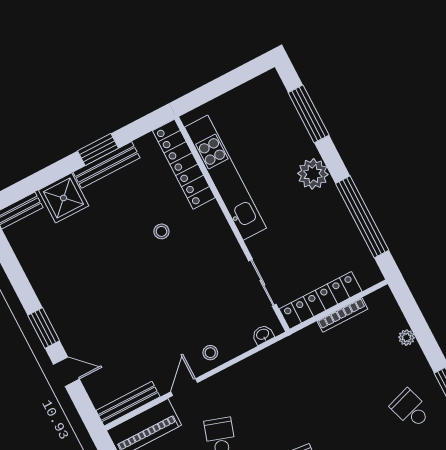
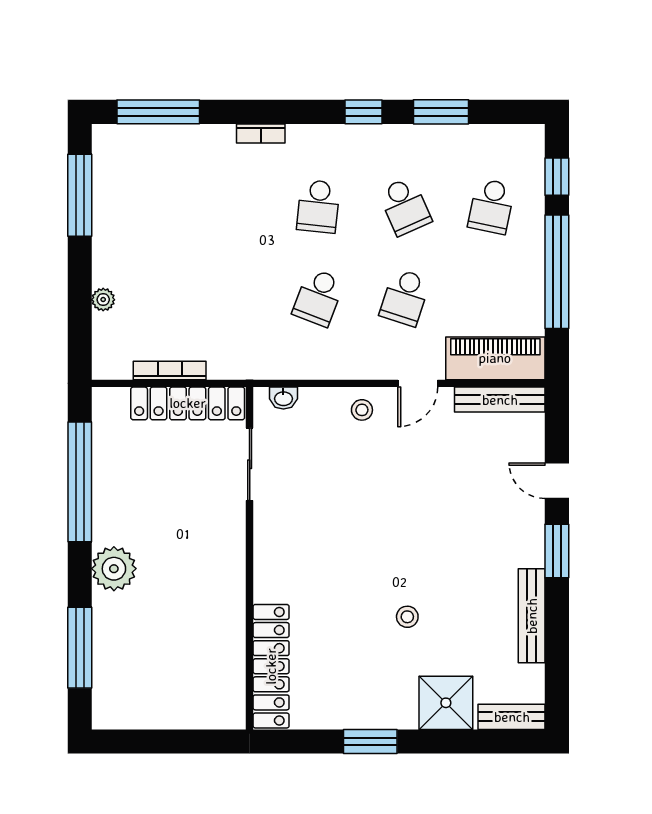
bench: (107, 165) -> (532, 616), moved, turned 90
kitchen unit: (225, 178) -> (227, 622), removed
stool: (161, 231) -> (407, 617), moved
school desk: (410, 409) -> (318, 297), moved, turned 39

